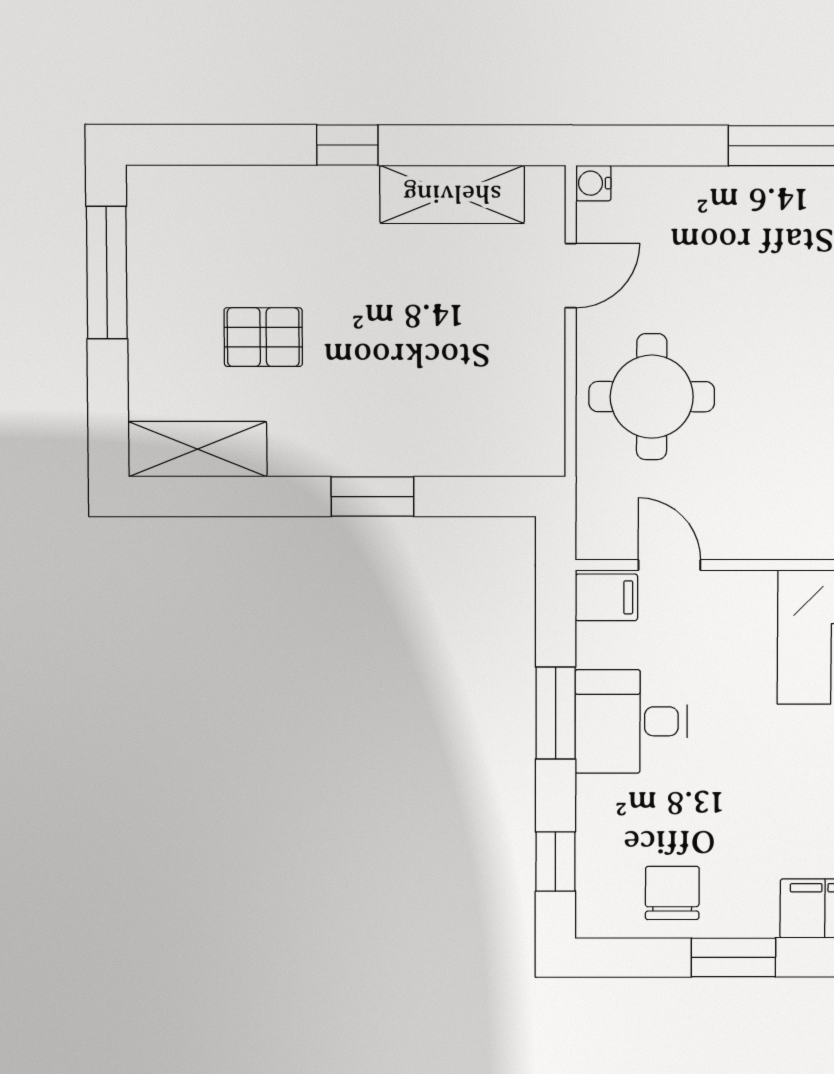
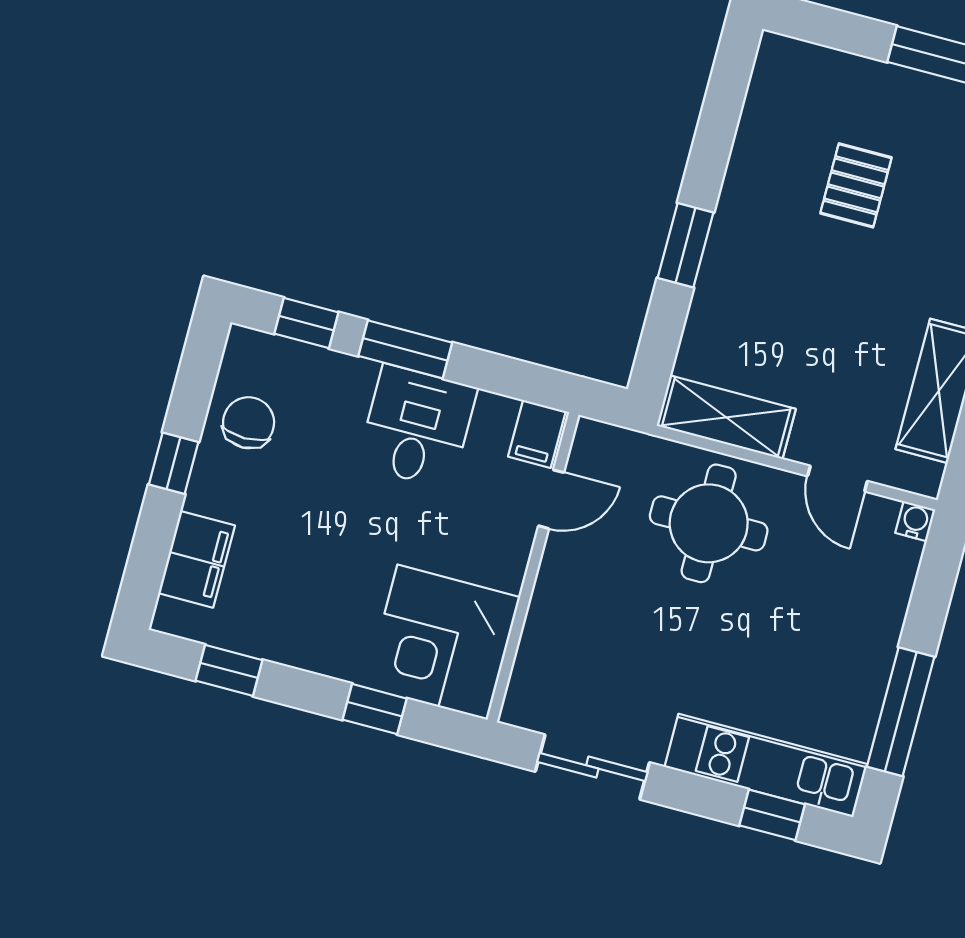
shelving: (198, 449) -> (726, 417), moved, turned 90
window: (556, 713) -> (405, 349), moved
chair: (672, 893) -> (249, 423), turned -90
window: (733, 957) -> (174, 463), width x0.67

